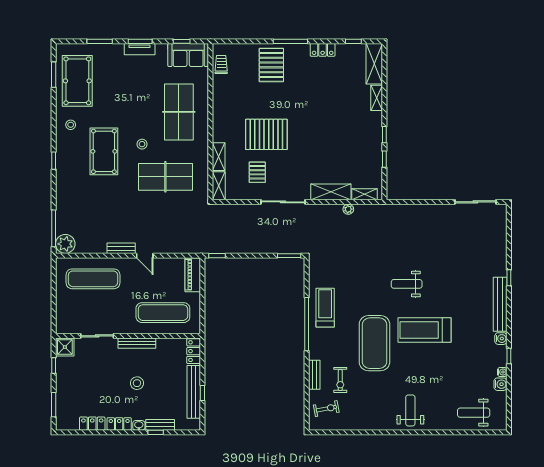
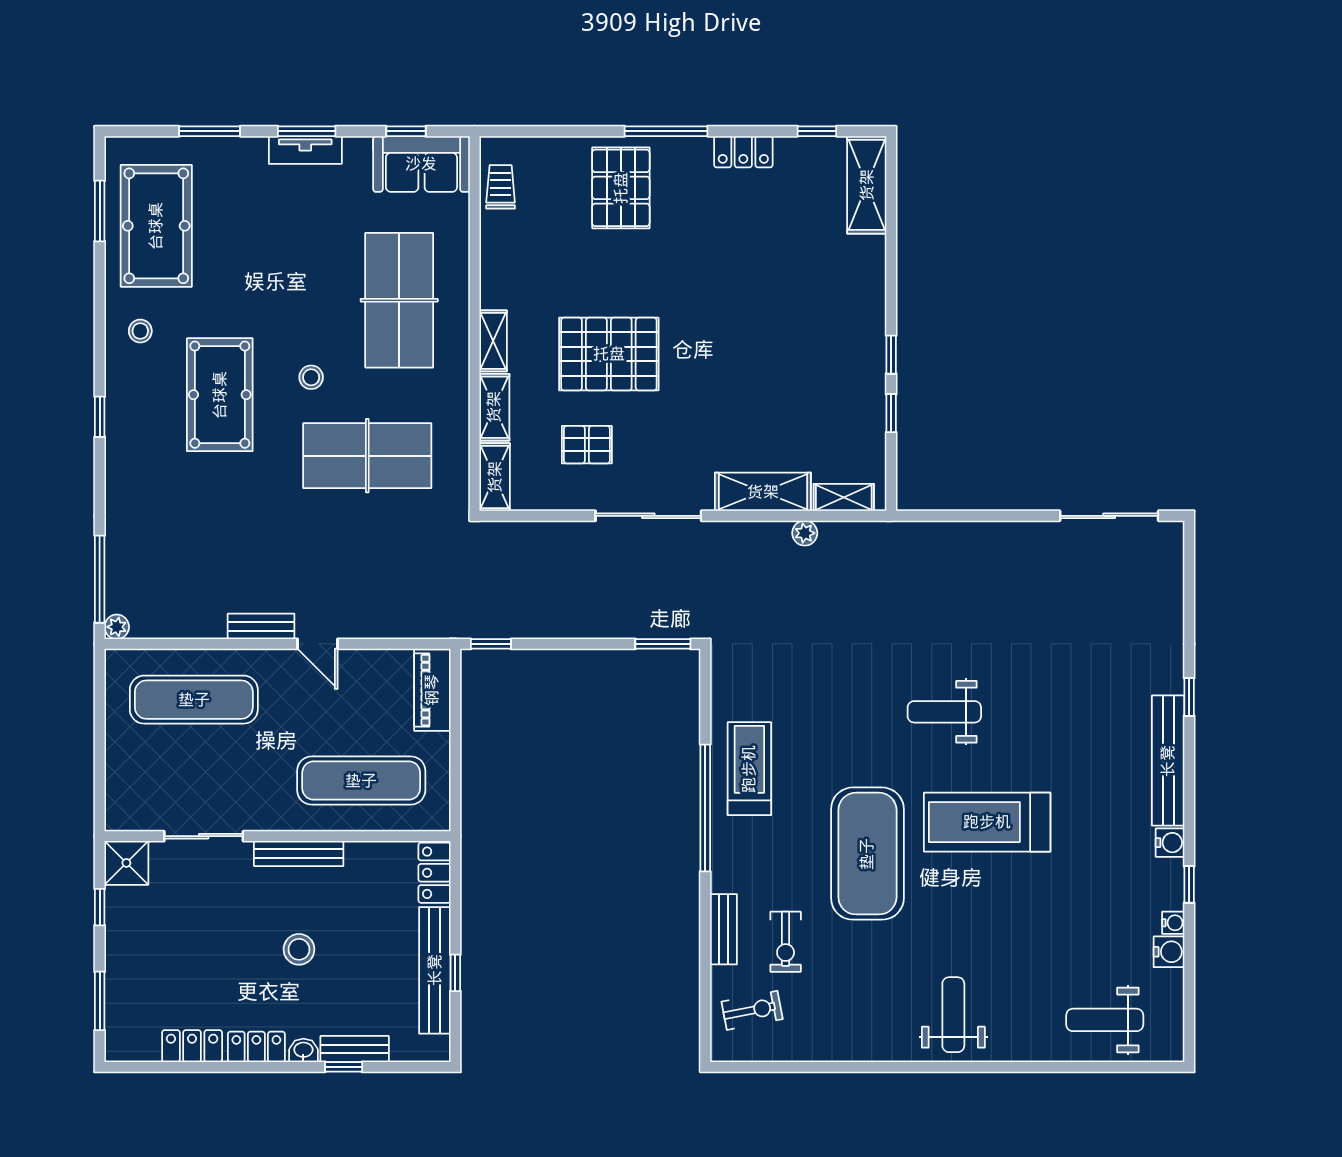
shelving: (377, 98) -> (493, 341), moved
pallet: (257, 172) -> (587, 445), turned 90
plant: (65, 244) -> (117, 627), width x0.53, depth x0.53

